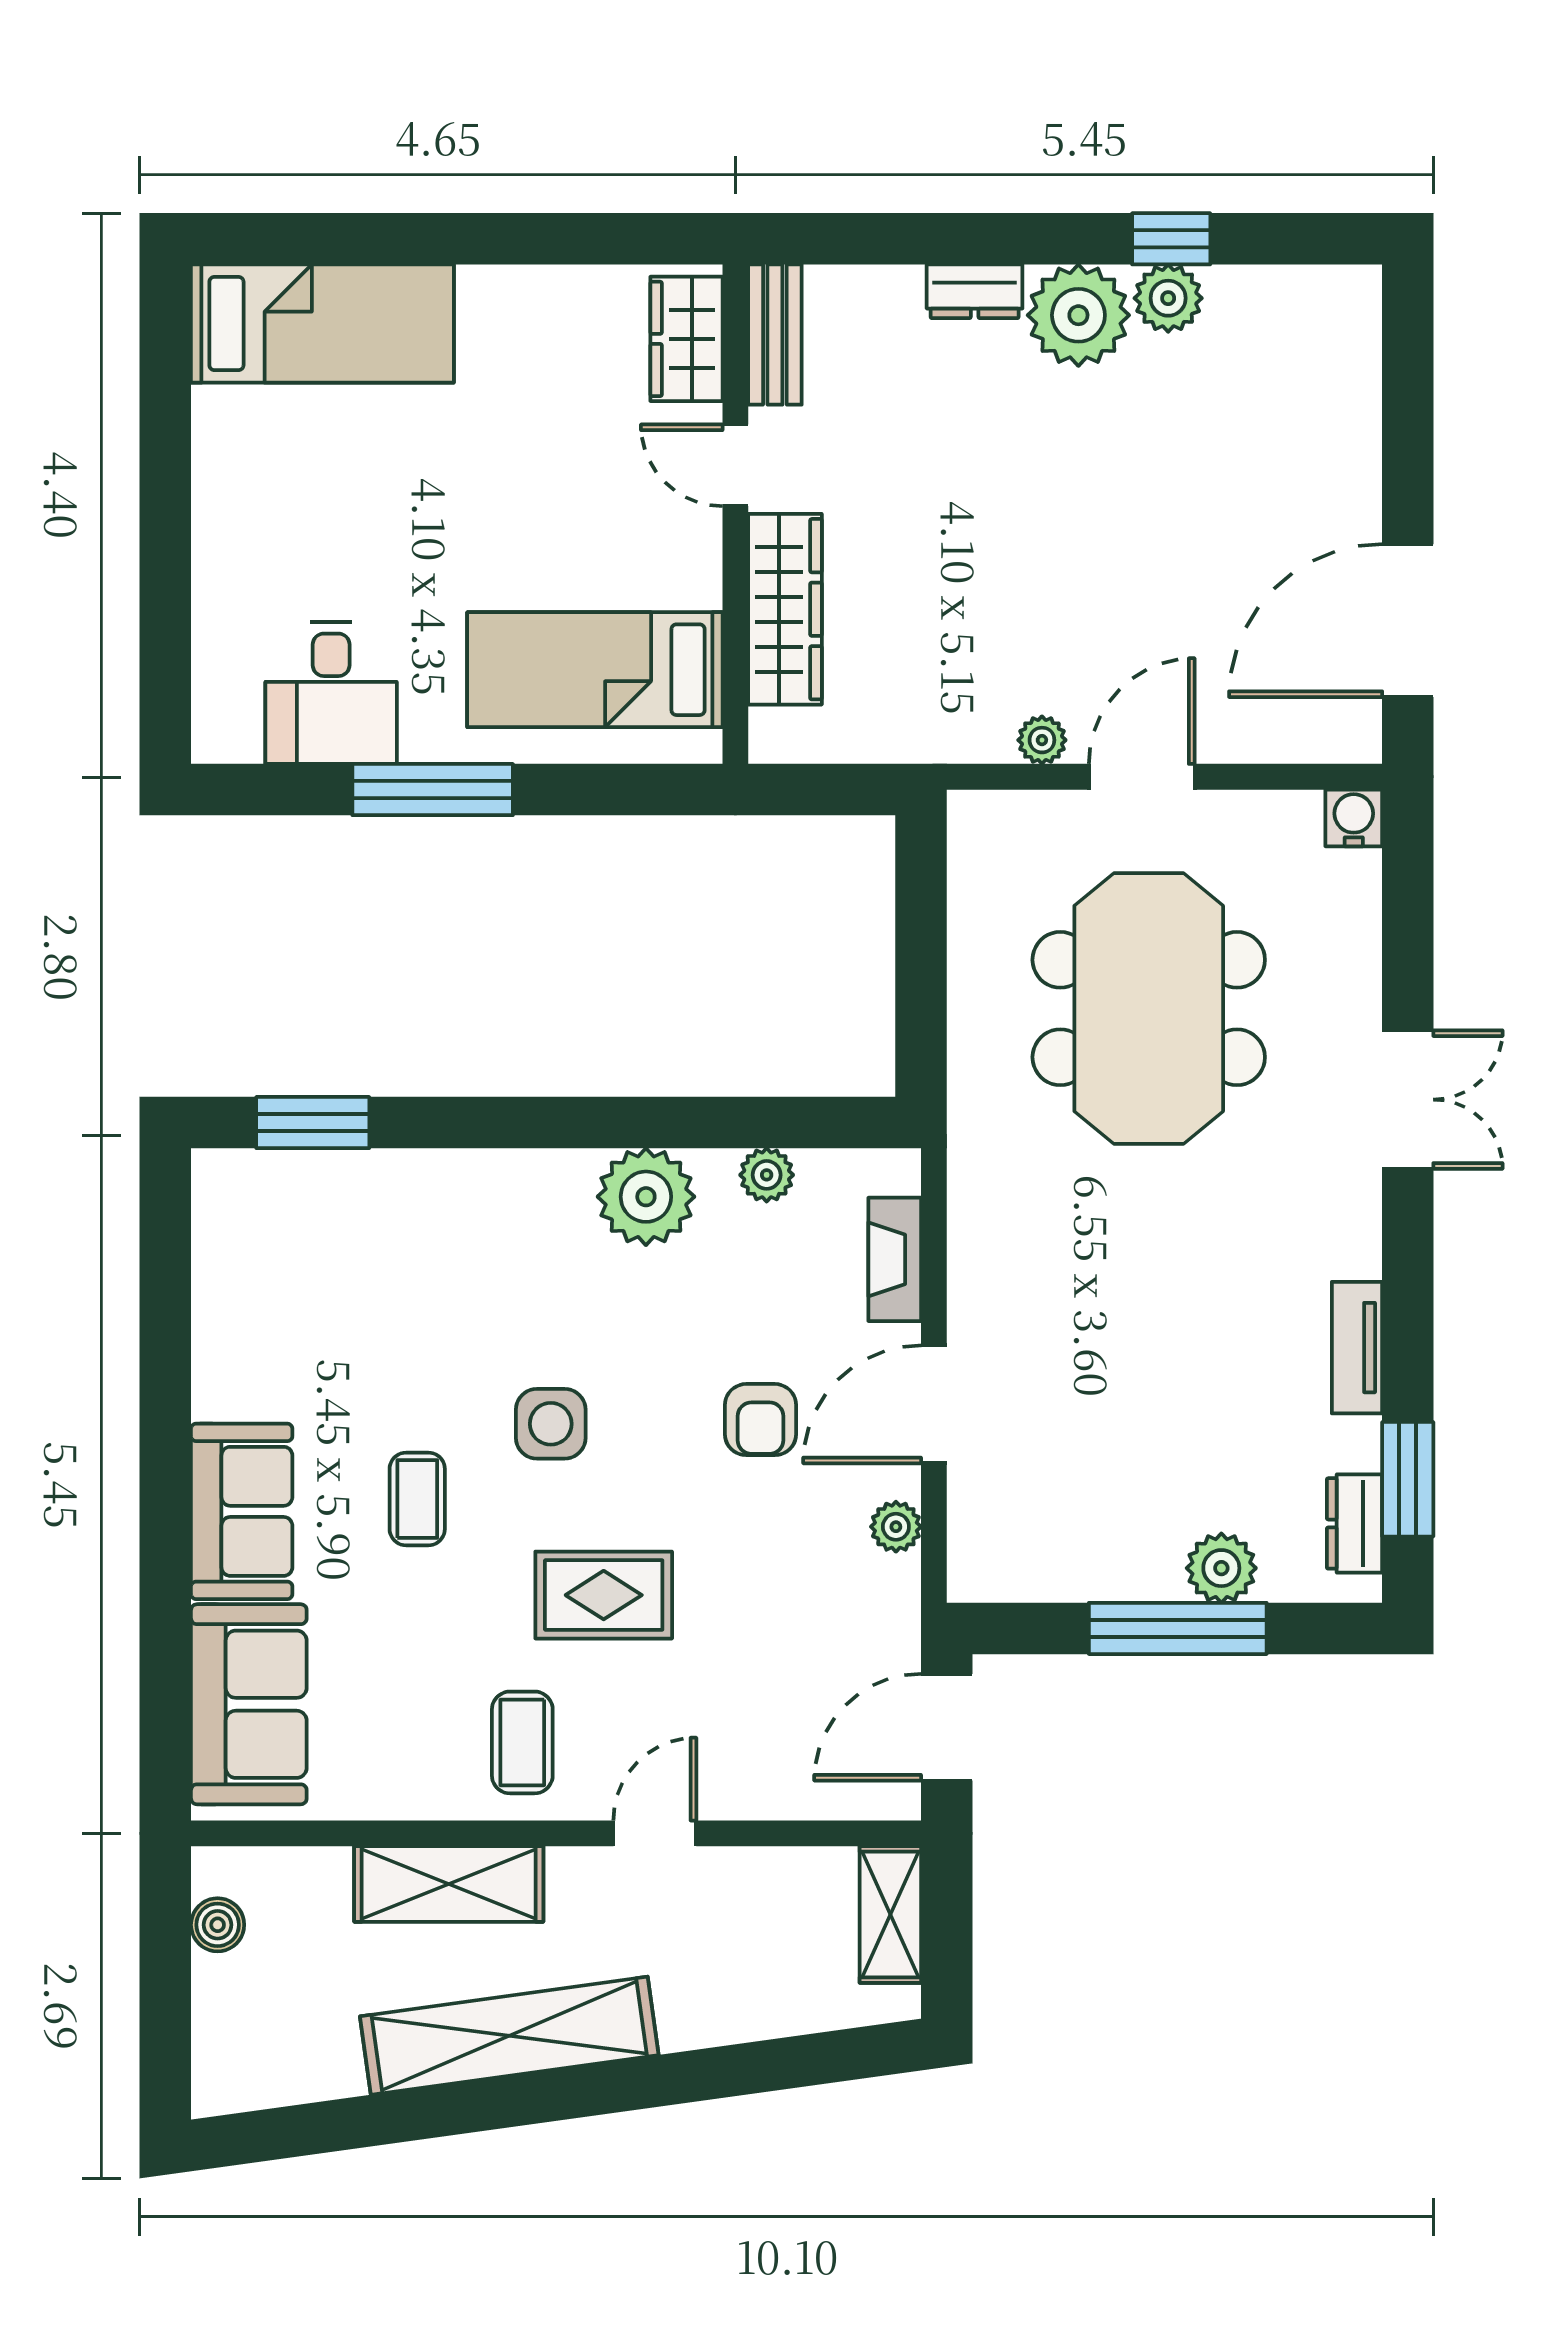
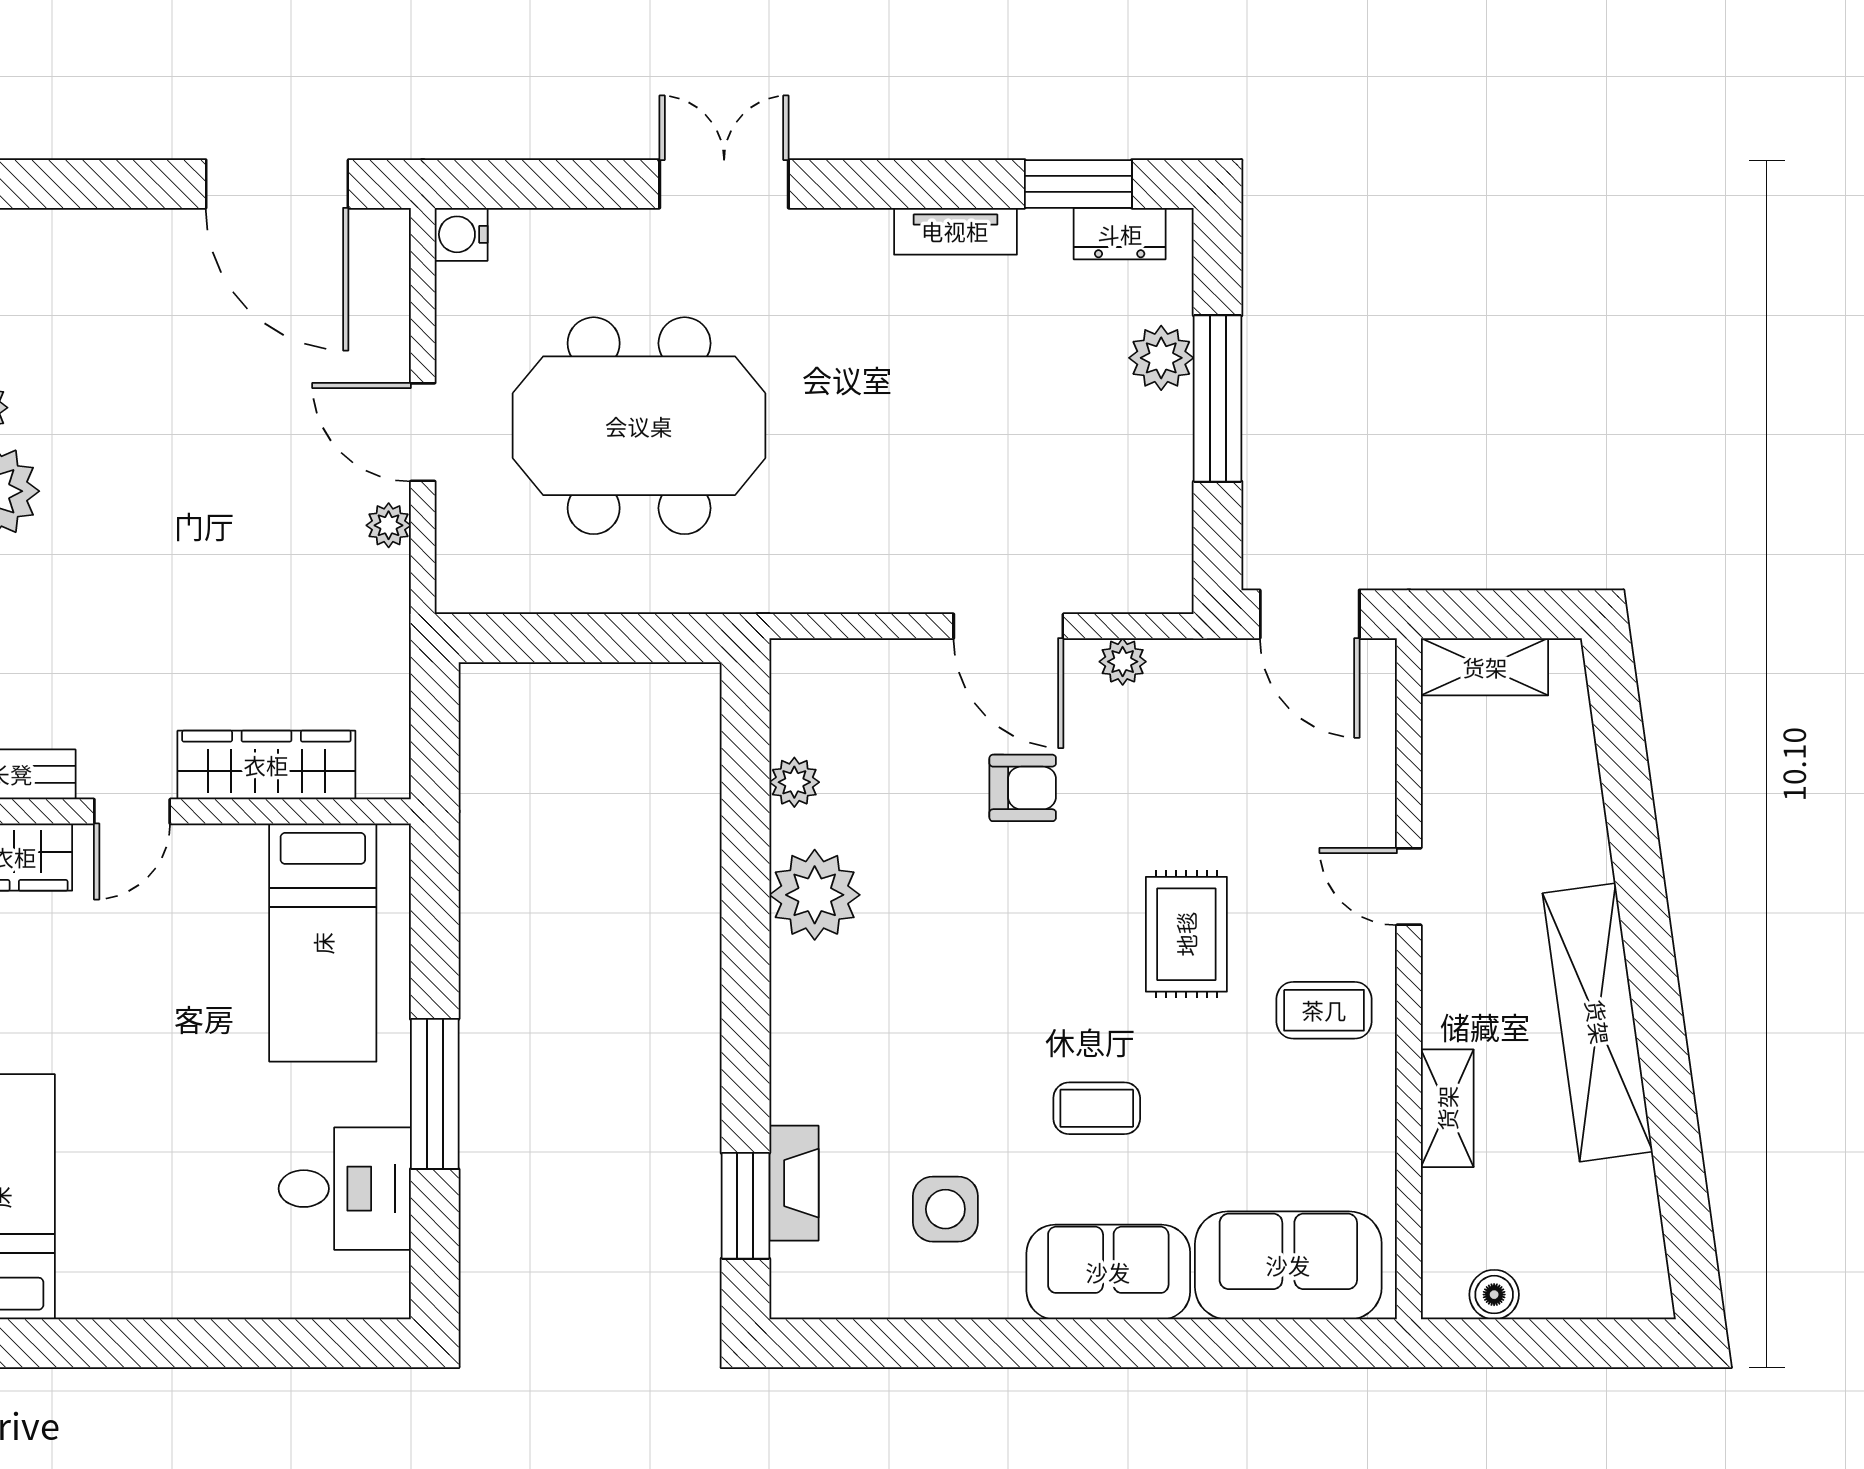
fireplace: (895, 1259) -> (794, 1183), moved, turned -90
side table: (551, 1424) -> (945, 1209), moved
shelving: (449, 1884) -> (1447, 1108), width x0.67, depth x0.75

